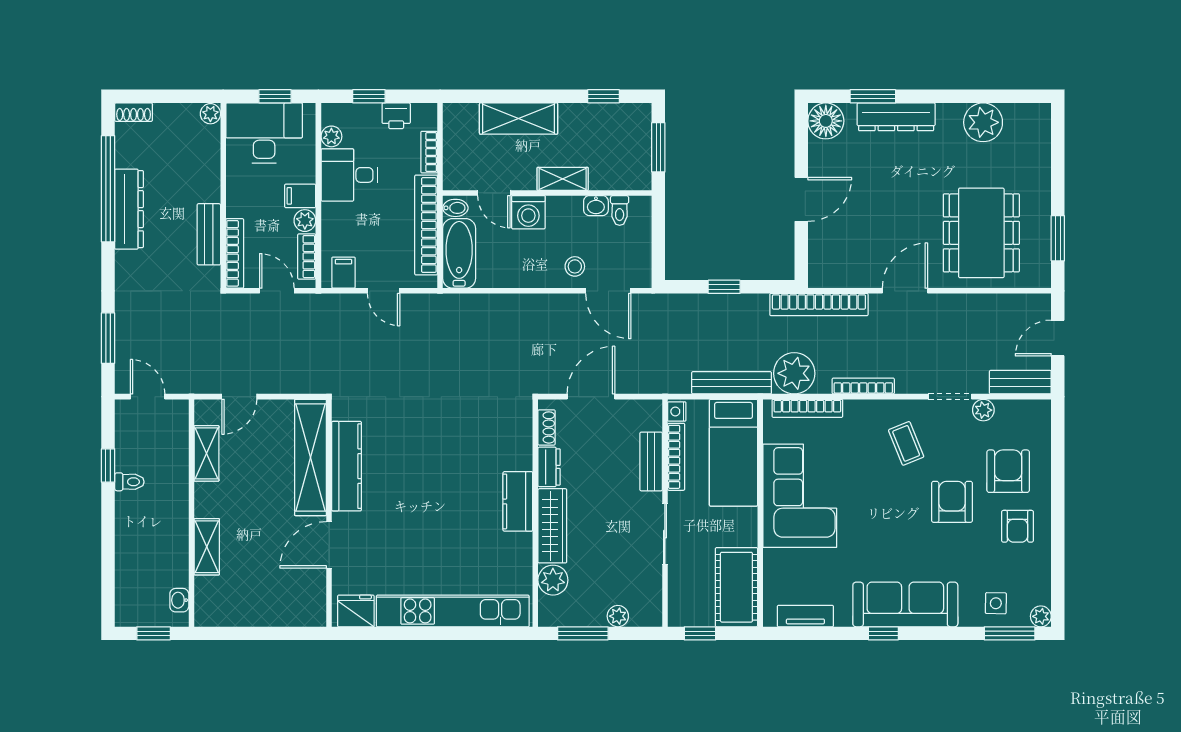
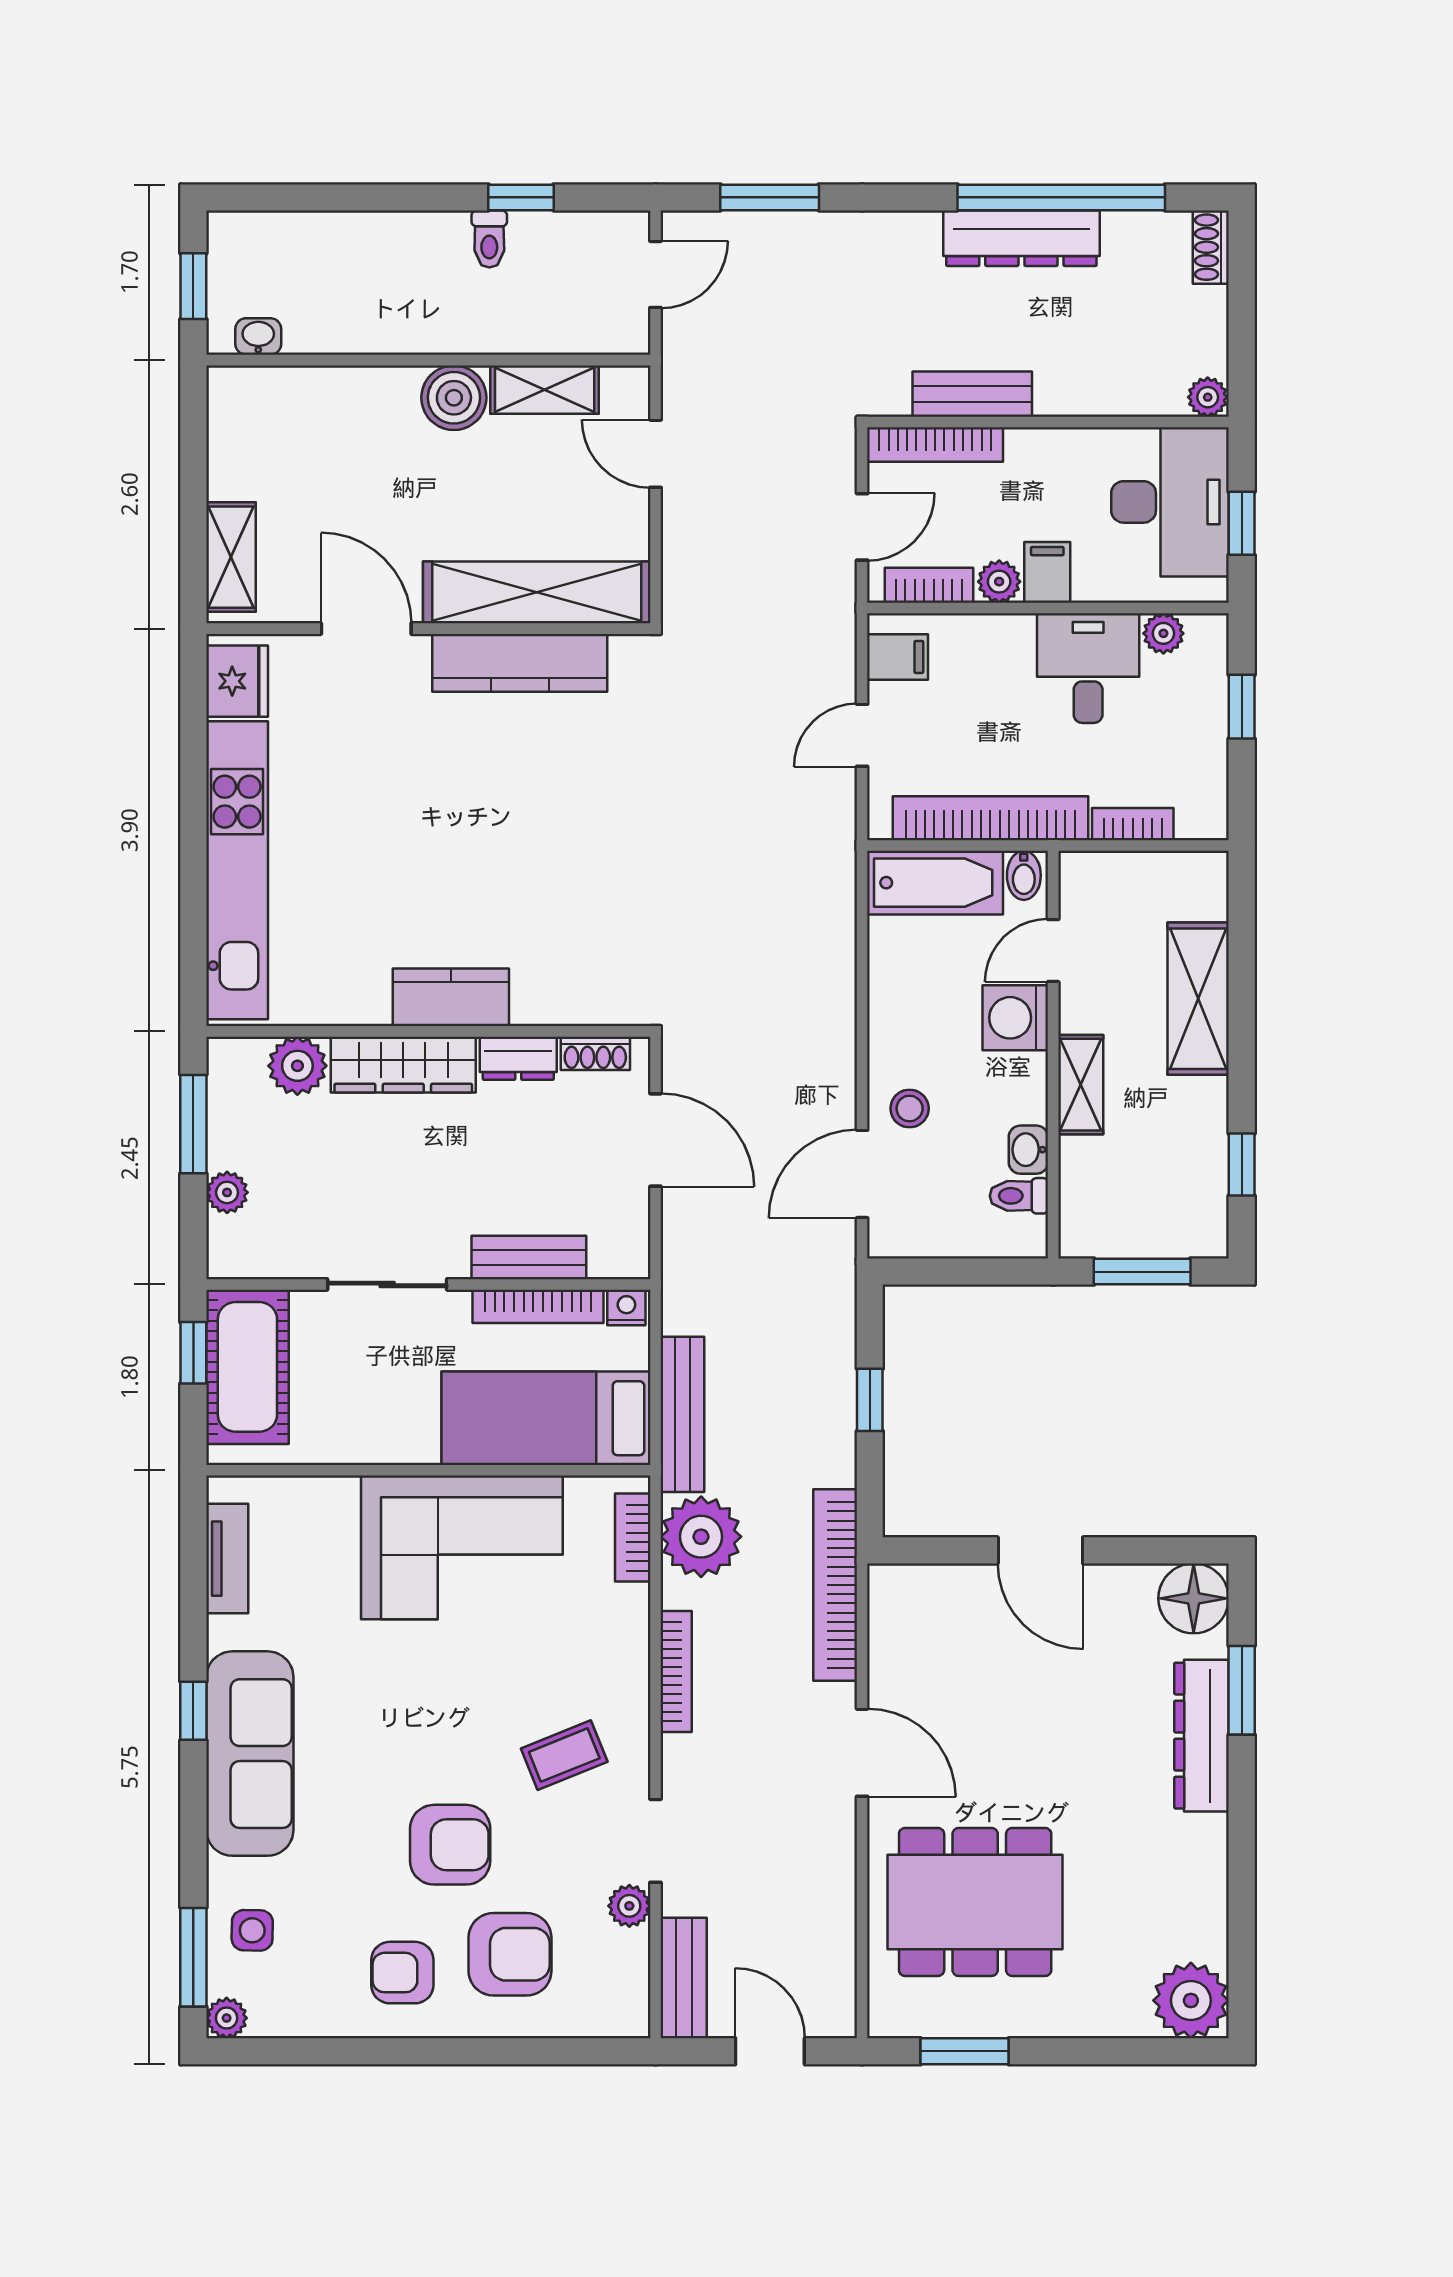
printer: (396, 116) -> (1204, 760), removed
plant: (983, 122) -> (1191, 2000), moved
bookcase: (807, 408) -> (633, 1538), width x0.64
boiler: (211, 500) -> (454, 398), added
shelving: (207, 547) -> (231, 557), moved, turned 90
cot: (736, 587) -> (247, 1367), moved, turned 90

